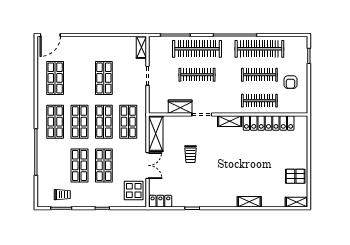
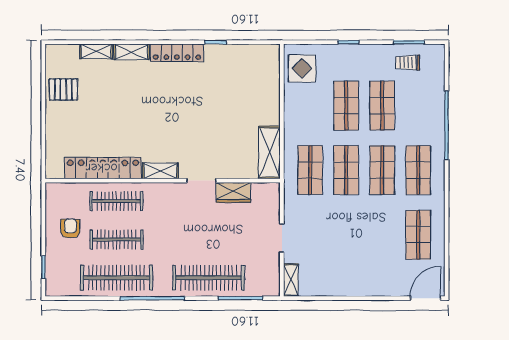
clothes rail: (197, 75) -> (209, 239), removed
shop shelf: (104, 78) -> (346, 235), removed
trolley: (190, 154) -> (218, 122), removed
double door: (147, 165) -> (282, 106), removed
locker: (160, 201) -> (177, 53), moved, width x1.53
shelving: (297, 202) -> (96, 51), moved

